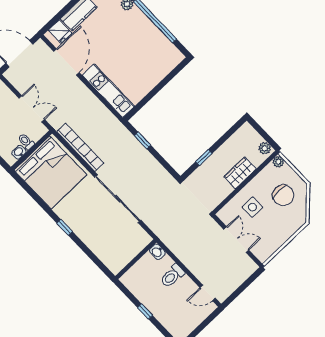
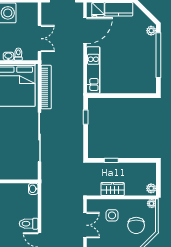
wardrobe: (240, 173) -> (113, 189), moved
toilet: (172, 276) -> (29, 224), moved

